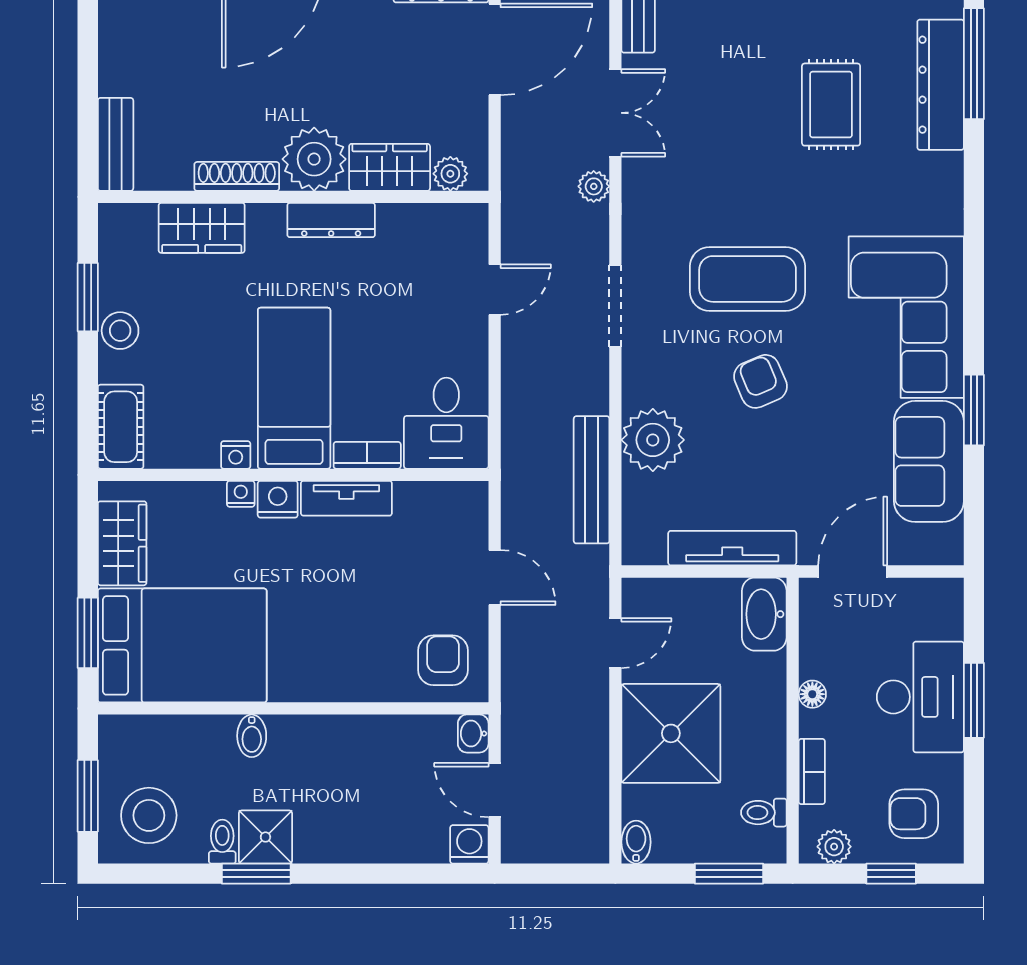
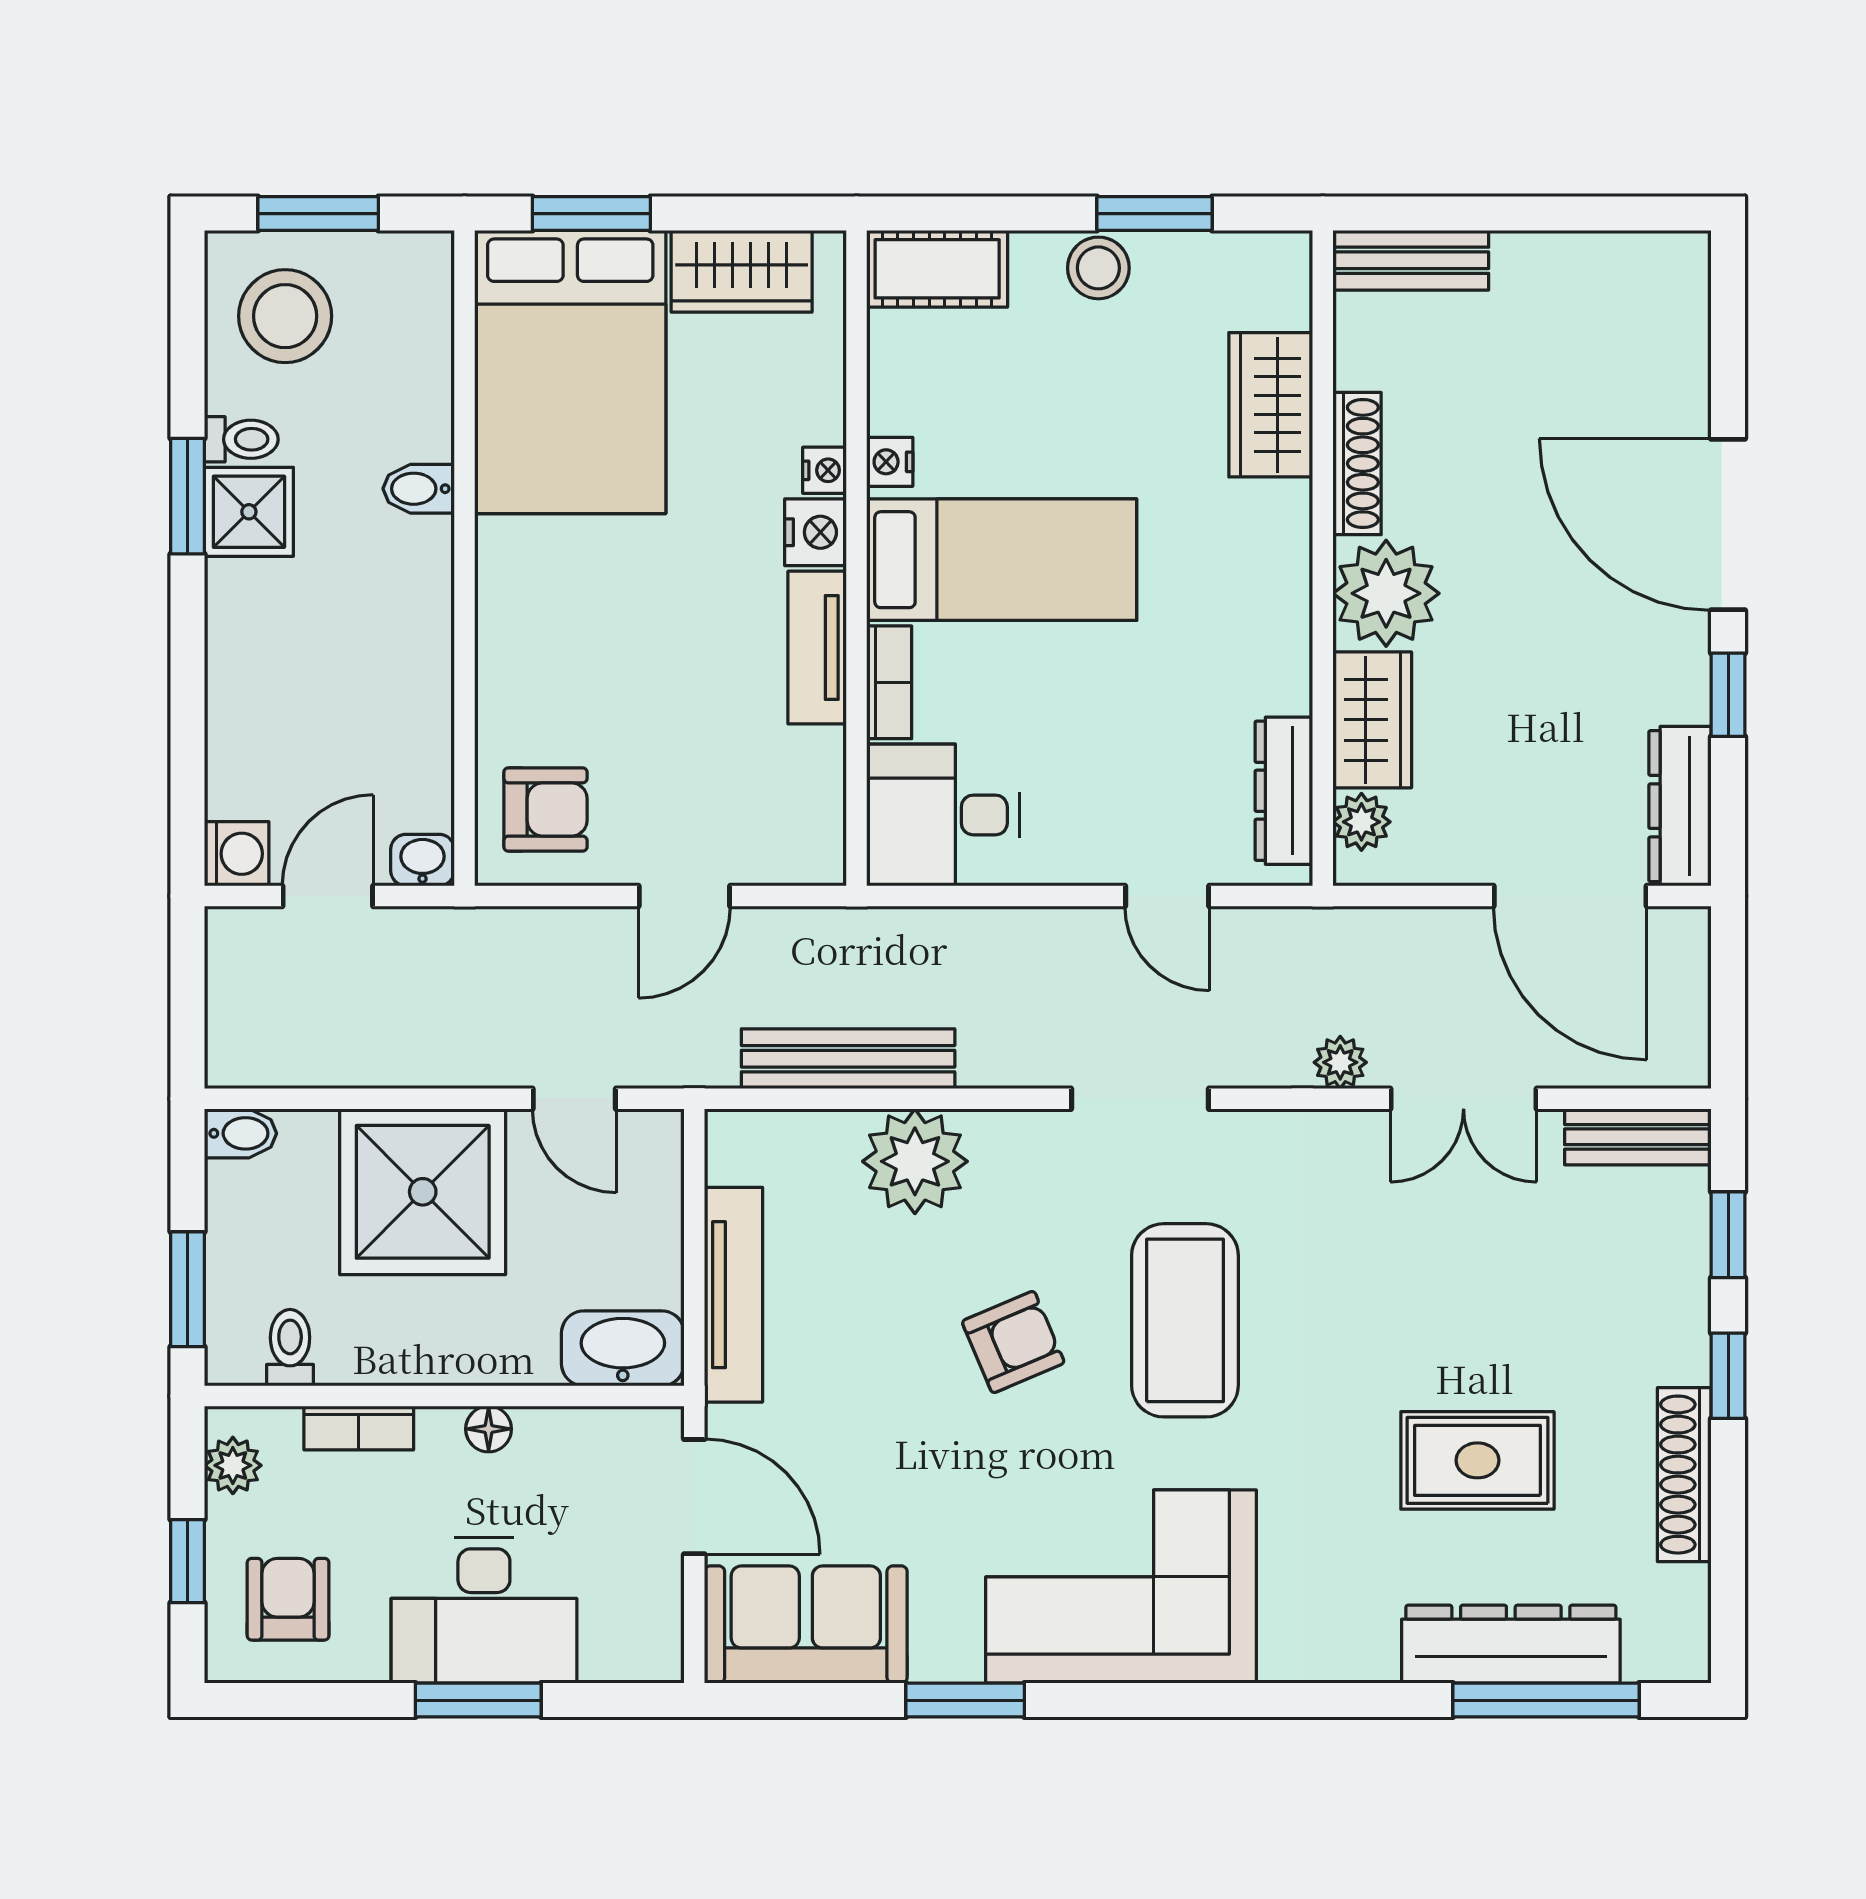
dresser: (331, 220) -> (1284, 791), moved
sofa: (929, 461) -> (806, 1625), moved

